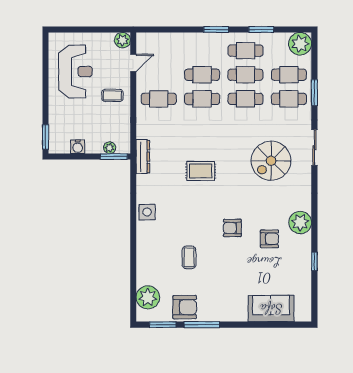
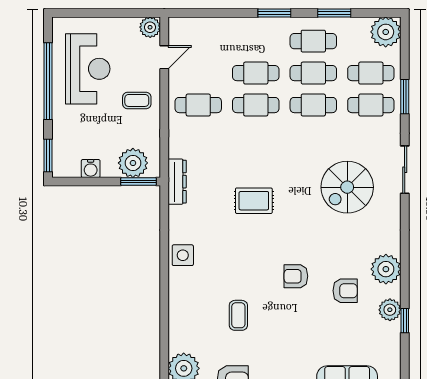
window: (46, 81) -> (48, 81), added
plant: (110, 148) -> (133, 163), width x1.87, depth x1.87
plant: (303, 253) -> (390, 310), added

